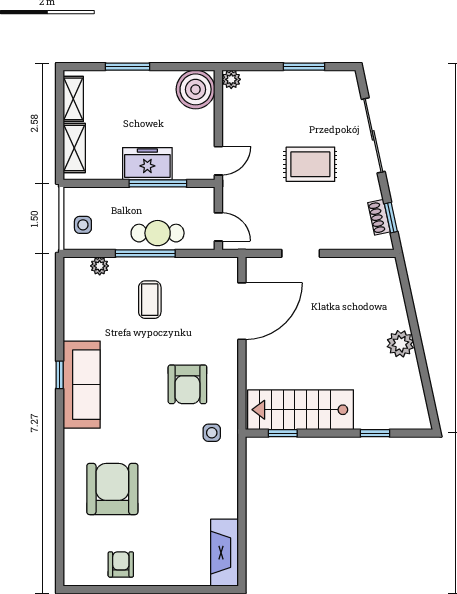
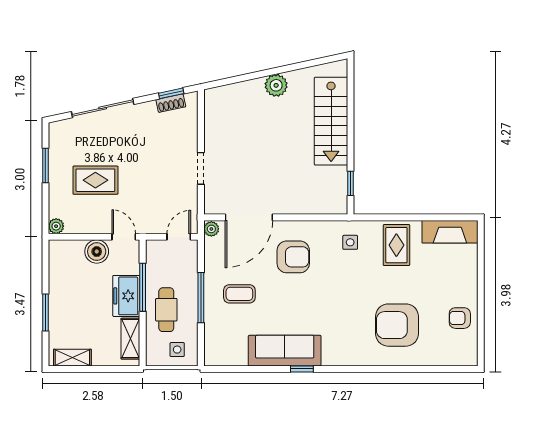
boiler: (196, 89) -> (97, 252), moved, width x0.73, depth x0.73
shelving: (74, 148) -> (130, 339), moved, turned 90
rug: (310, 164) -> (95, 180), moved, turned 90
cafe table: (158, 233) -> (166, 310), moved
plant: (100, 266) -> (211, 229), moved
door: (242, 311) -> (249, 217), swing flipped
armchair: (187, 384) -> (293, 257), moved
sofa: (82, 385) -> (285, 351), moved
stairs: (301, 410) -> (331, 121), moved
window: (375, 433) -> (351, 107), removed
rug: (208, 488) -> (396, 245), added

